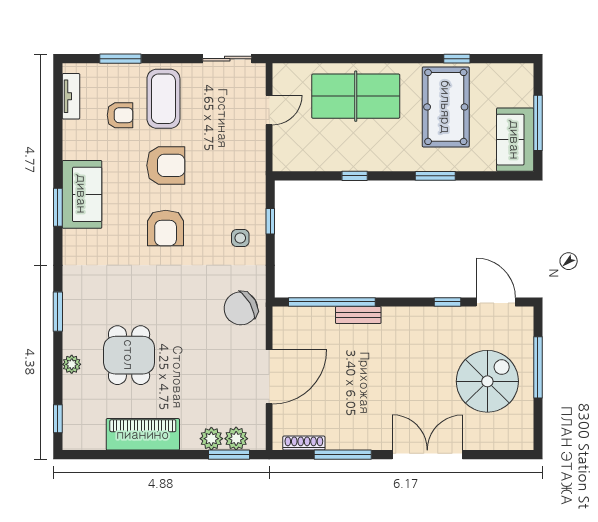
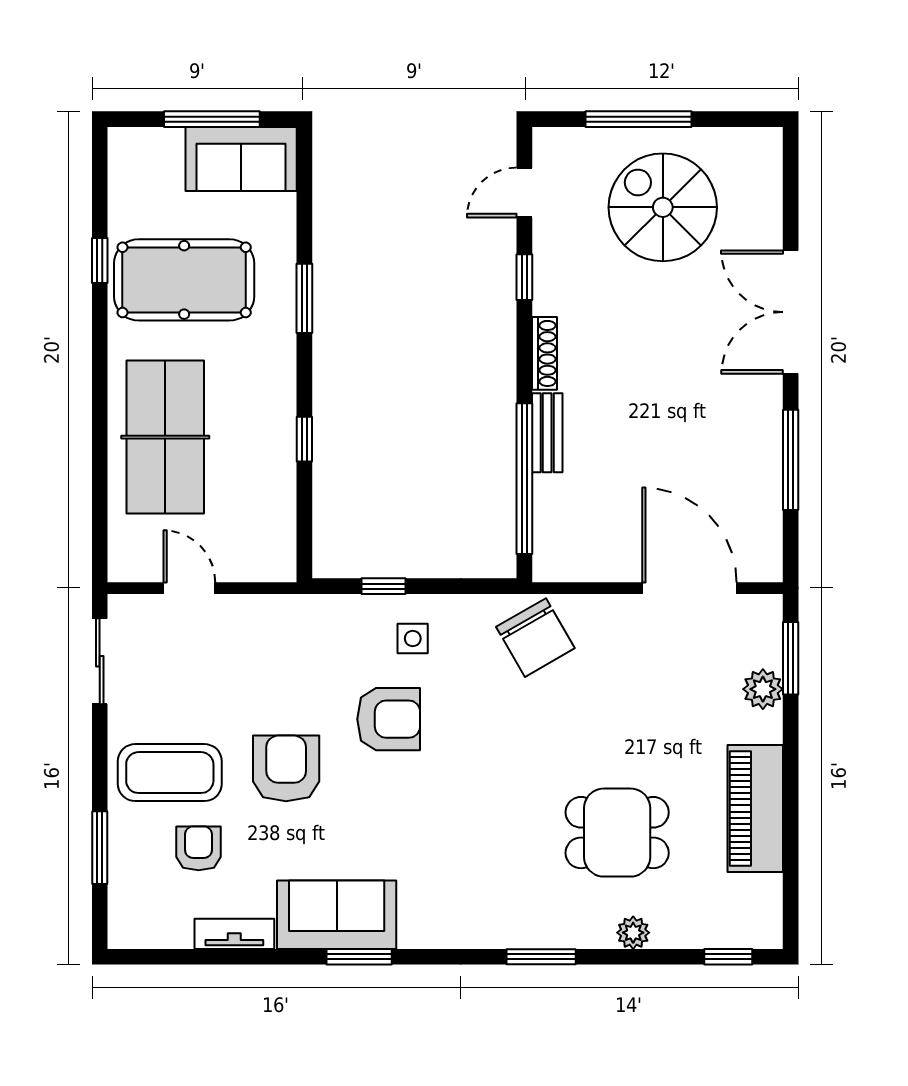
tv unit: (71, 96) -> (234, 934), moved
armchair: (166, 228) -> (389, 719), moved
door: (496, 302) -> (524, 193), width x0.73
door: (269, 377) -> (689, 588), moved
plant: (236, 439) -> (763, 646), removed
shoe rack: (304, 443) -> (544, 353), moved, turned 180

